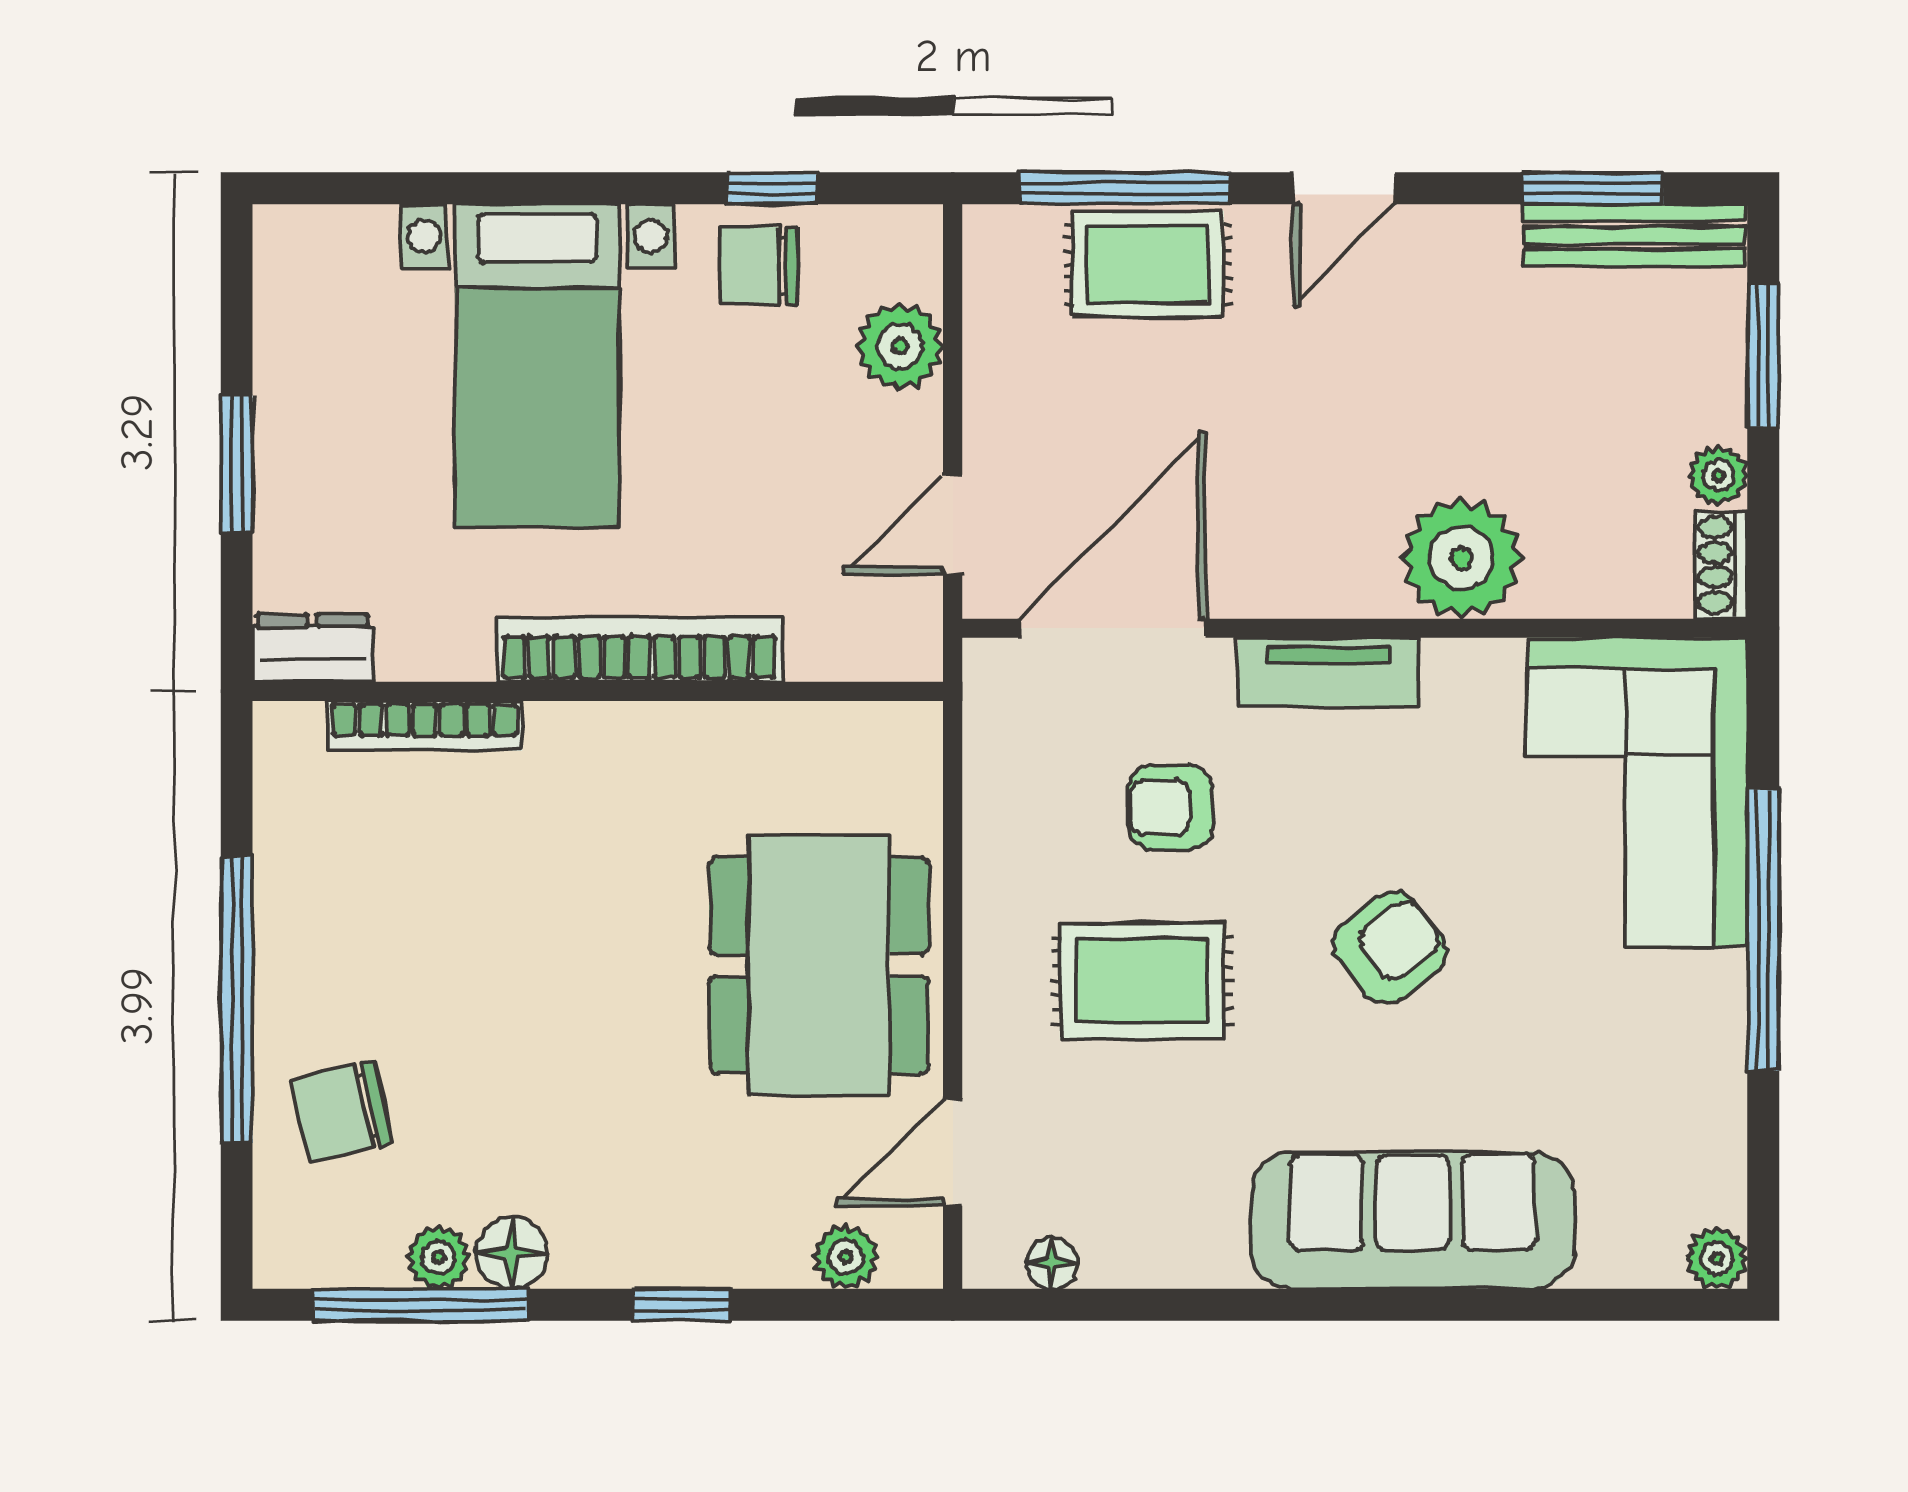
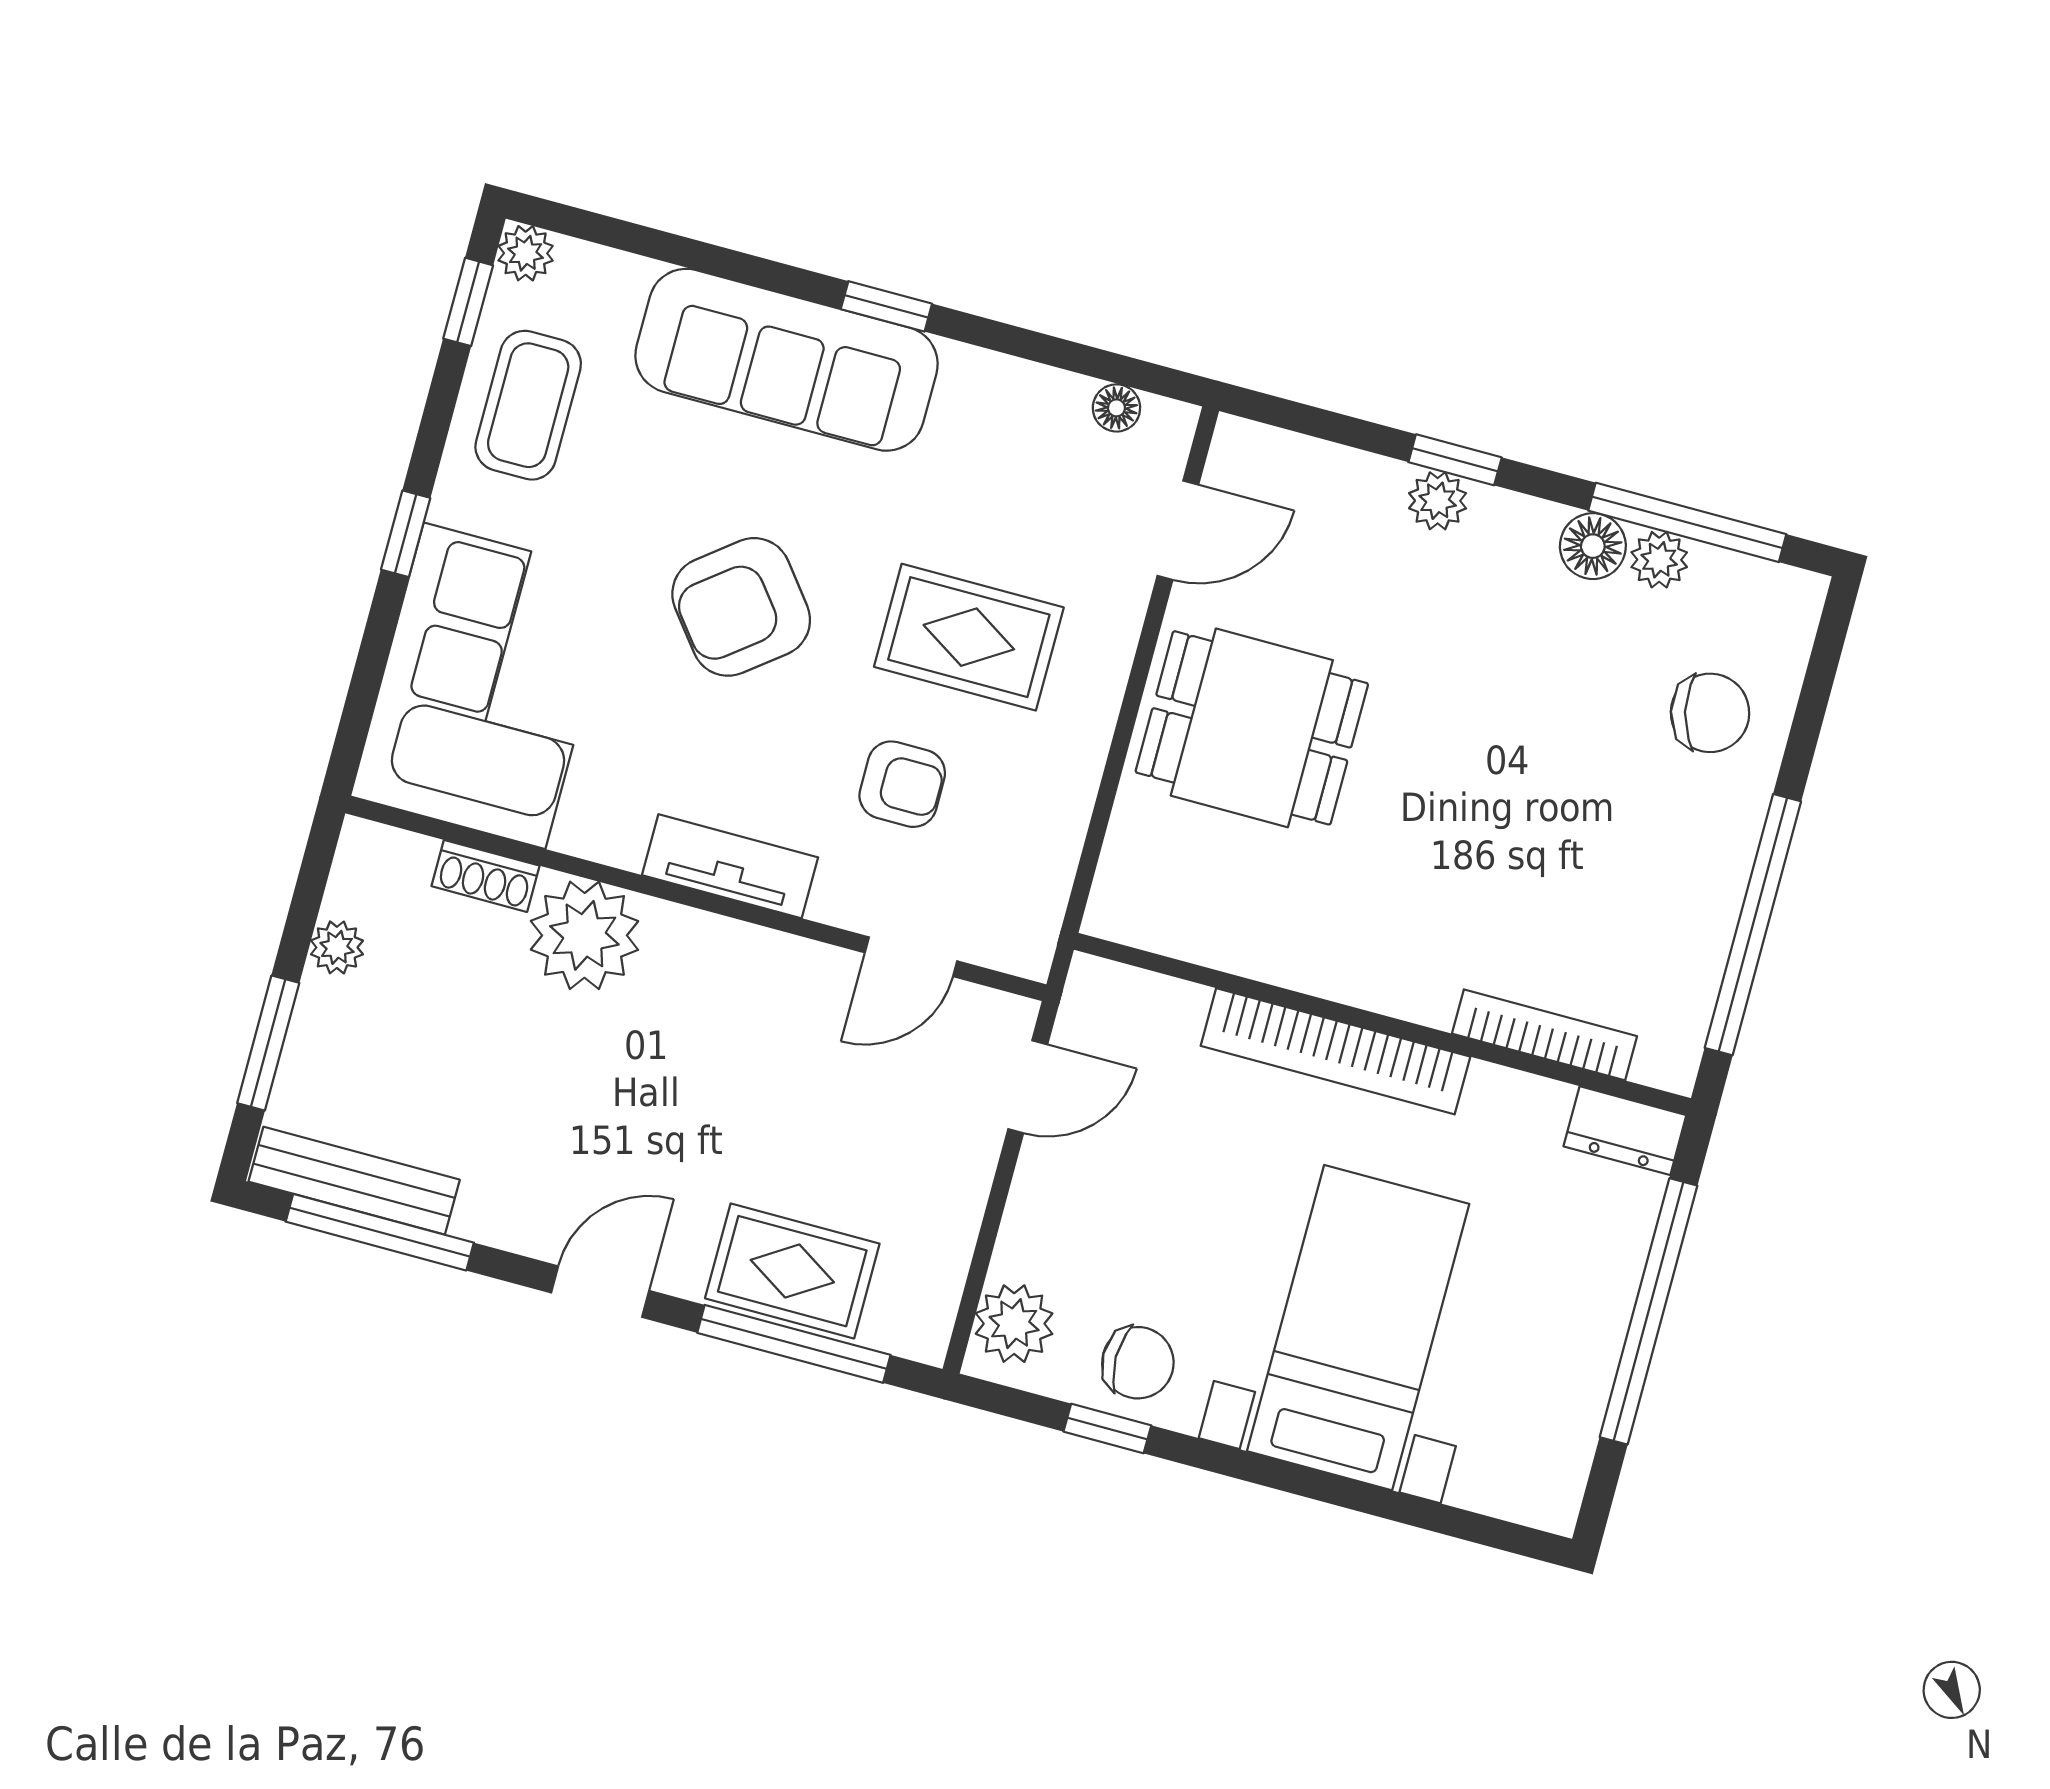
window: (1592, 188) -> (380, 1232), width x1.44
plant: (900, 346) -> (1014, 1324), moved
window: (237, 465) -> (1648, 1311), width x2.11
shoe rack: (1721, 565) -> (486, 876), moved, turned 90
door: (1112, 628) -> (911, 957), width x0.53
window: (1763, 929) -> (406, 534), width x0.32
armchair: (1390, 948) -> (741, 607), width x1.38, depth x1.38
dining table: (819, 965) -> (1252, 728), width x0.73
window: (237, 999) -> (1753, 925), moved
coffee table: (1671, 1099) -> (528, 405), added
window: (1763, 1191) -> (468, 302), added
plant: (846, 1257) -> (1438, 501), moved
window: (1322, 1305) -> (886, 306), added

